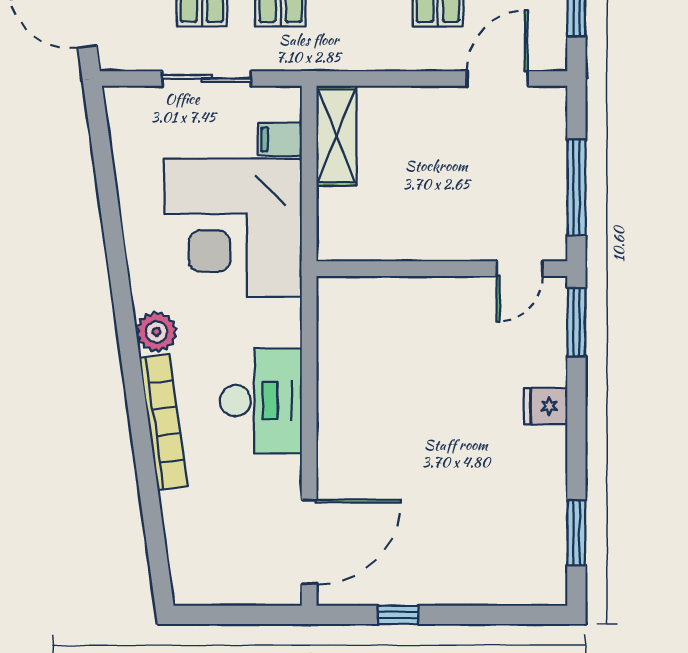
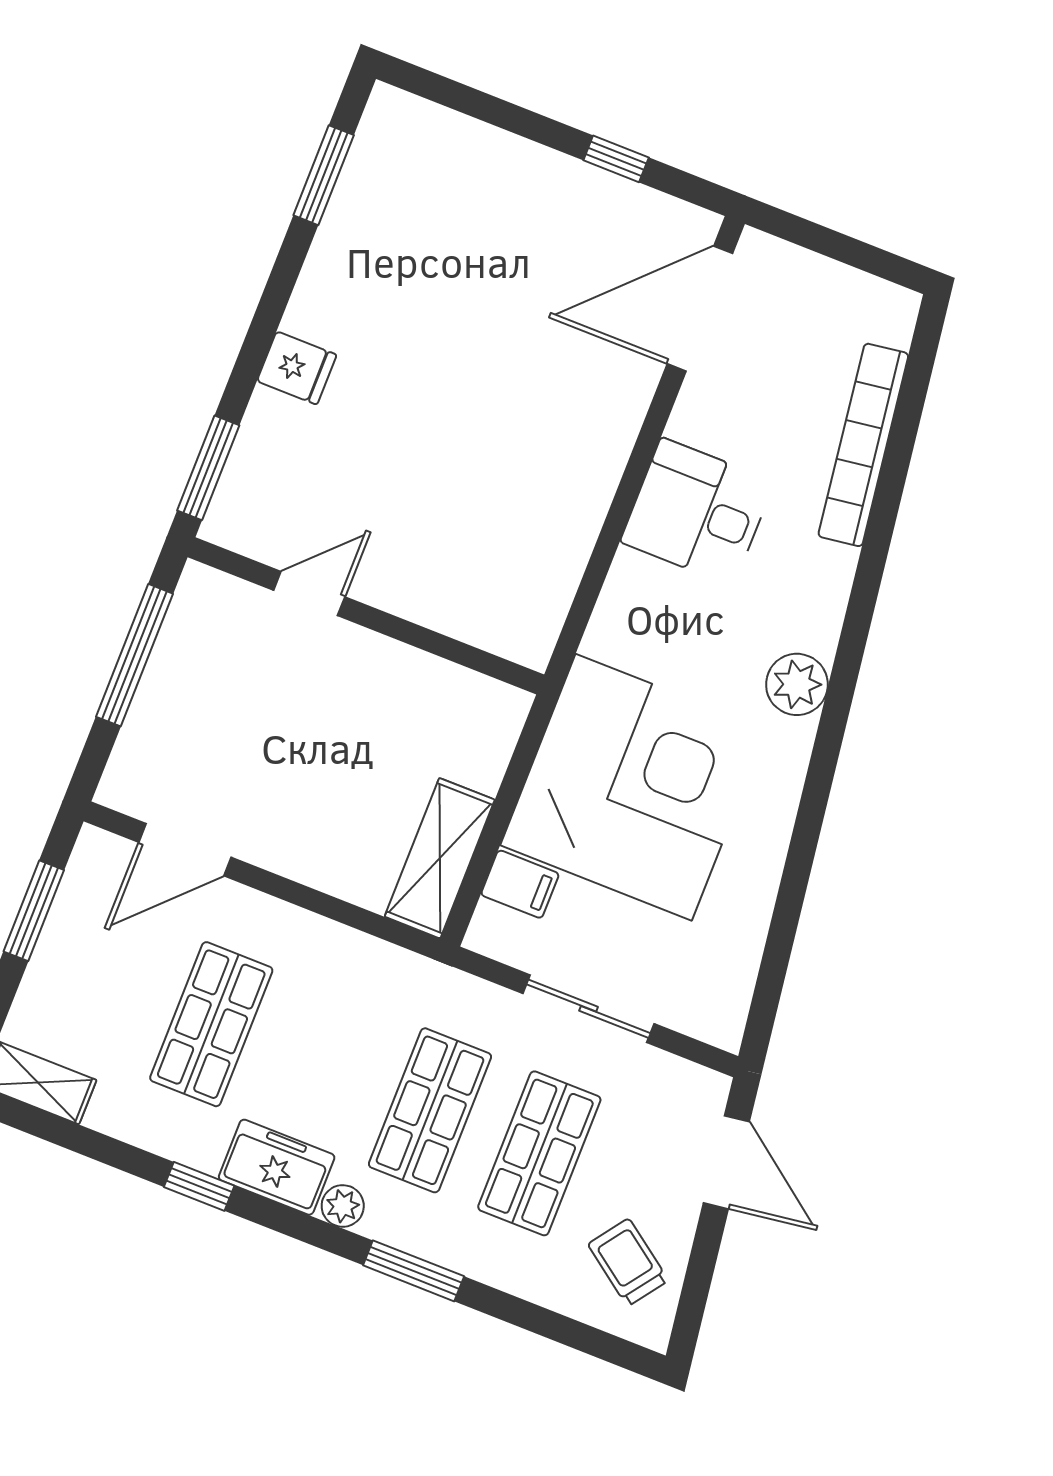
door: (520, 269) -> (309, 594), moved
desk: (261, 401) -> (697, 512), width x0.73
bookcase: (163, 422) -> (863, 445), moved

